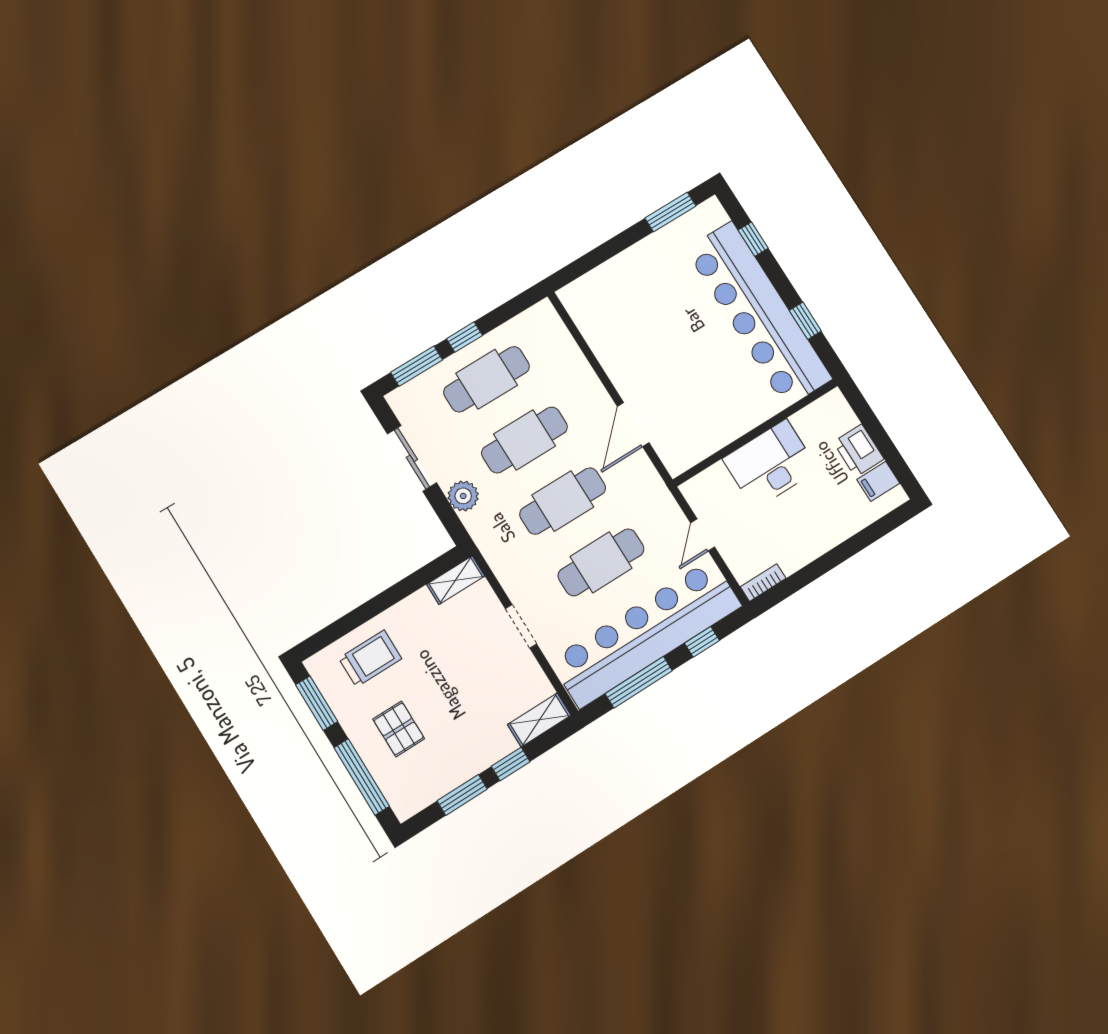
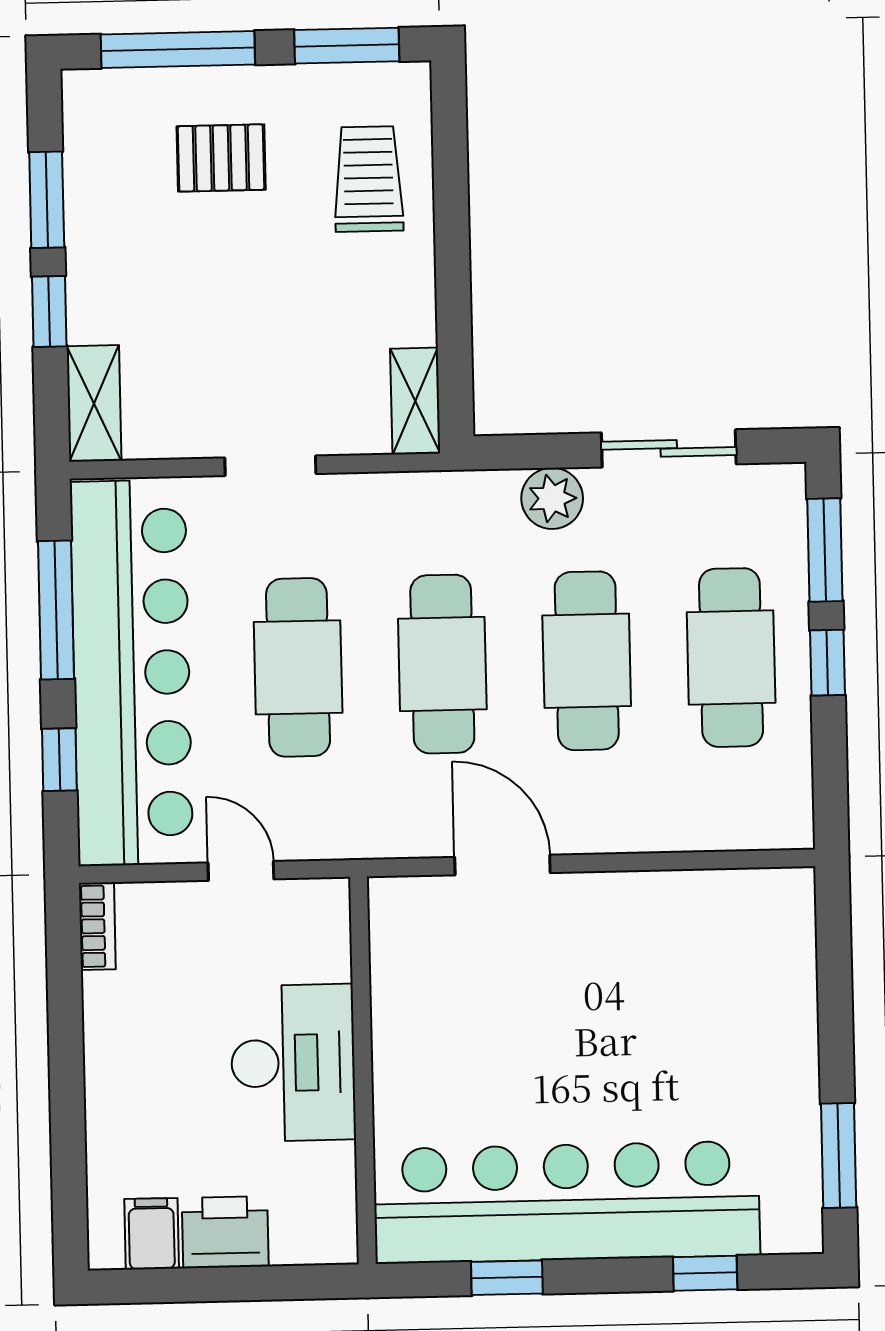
trolley: (370, 658) -> (368, 179), turned 180

